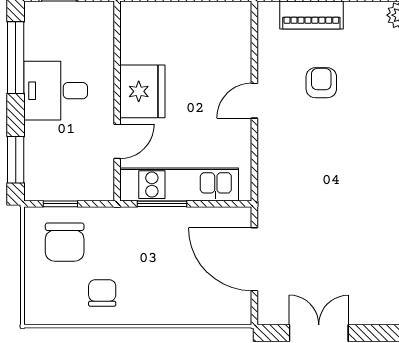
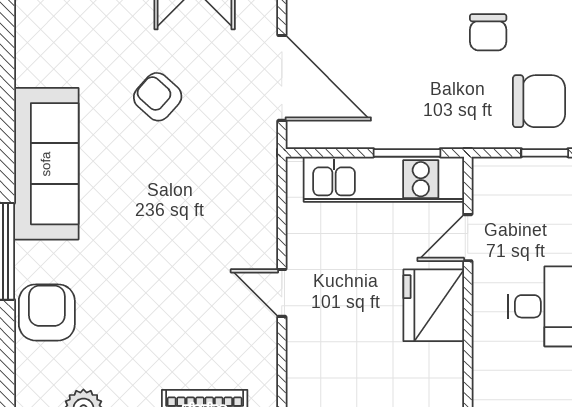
armchair: (321, 83) -> (158, 97), moved, turned 132
door: (254, 101) -> (282, 293), swing flipped
chair: (65, 242) -> (539, 101), turned 90

